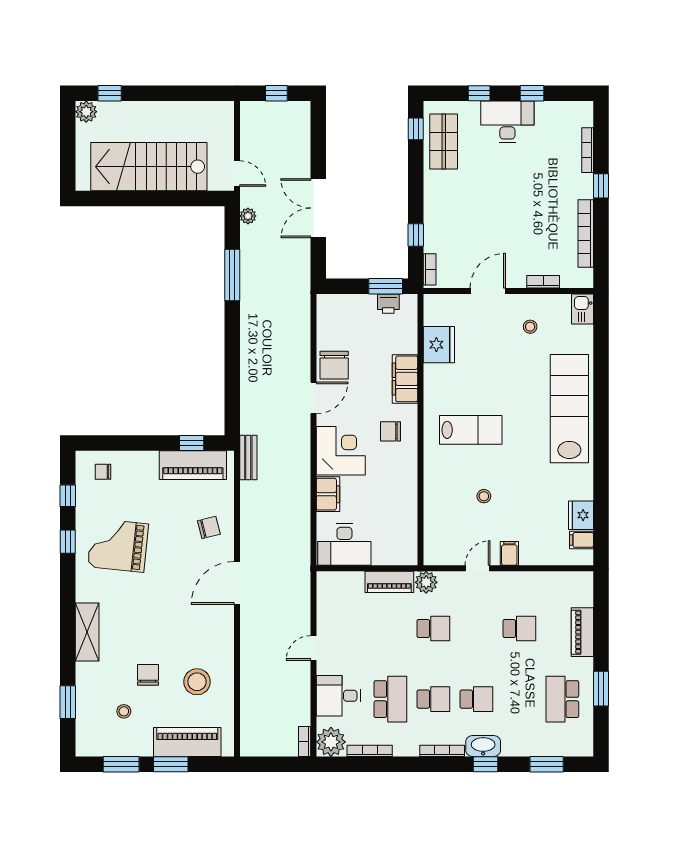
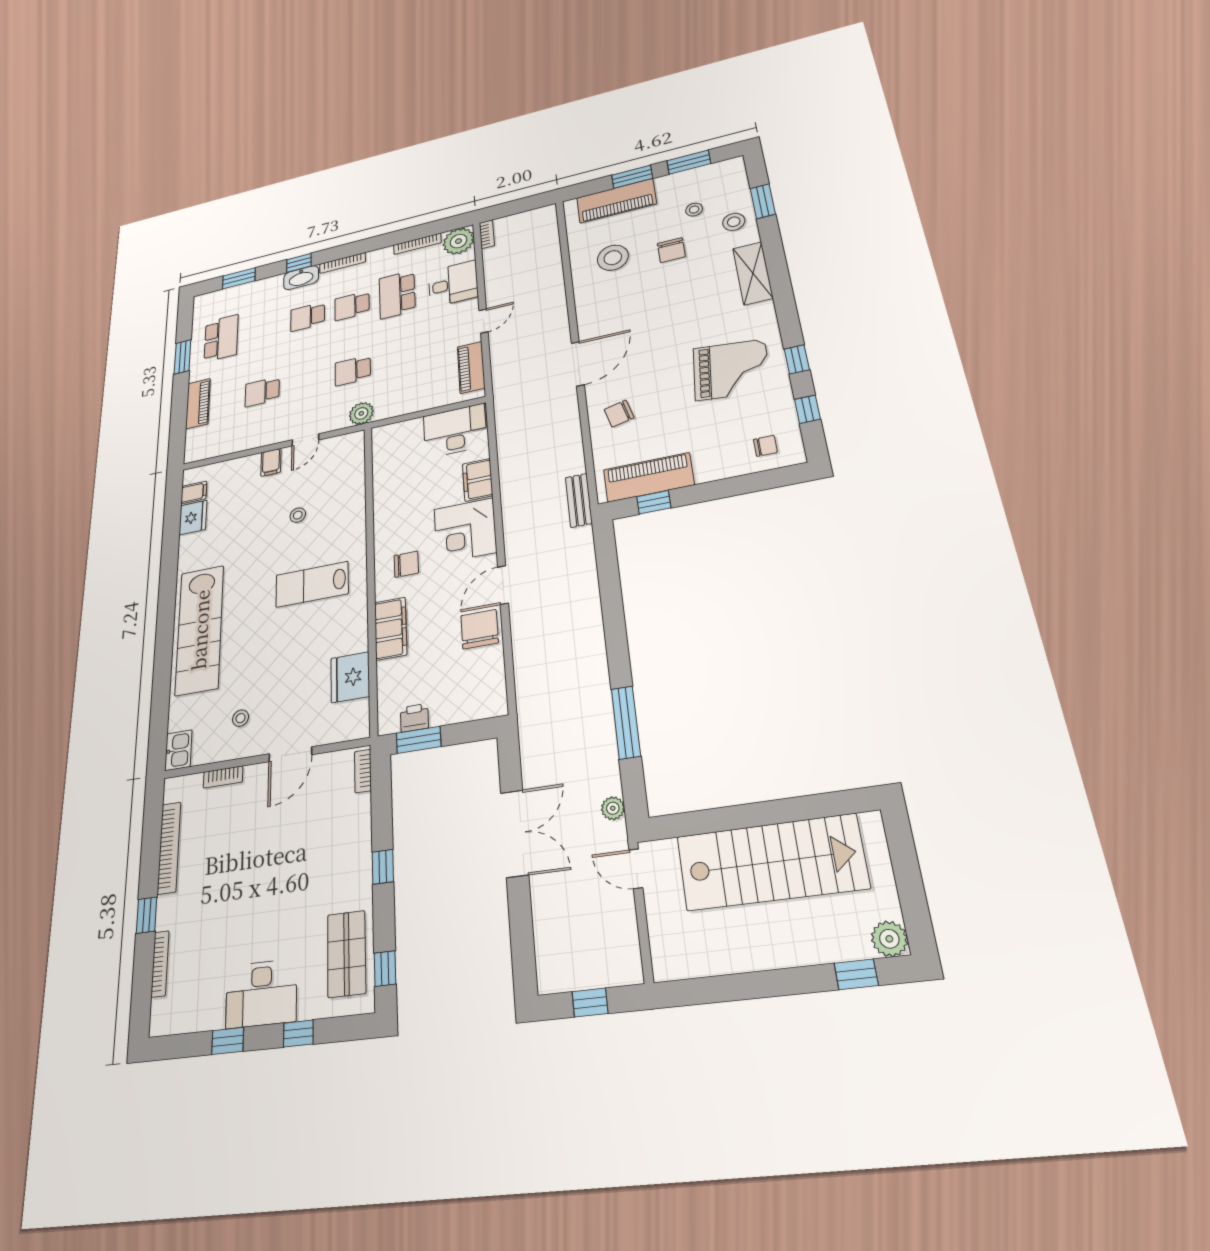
window: (416, 235) -> (383, 867), moved
piano: (389, 582) -> (471, 367), moved, turned -90
stool: (94, 688) -> (734, 222), added

